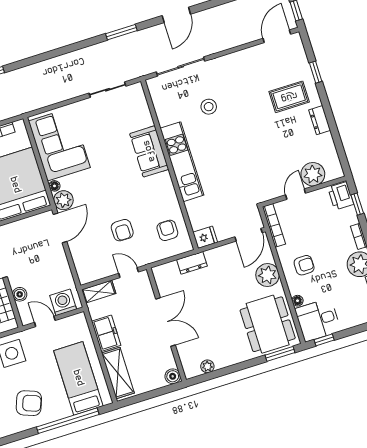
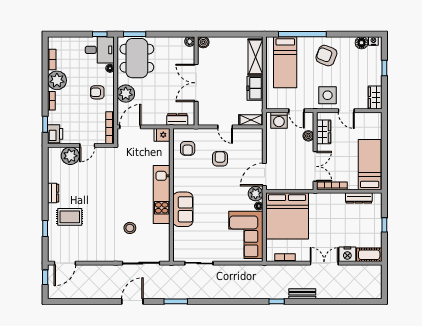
double door: (166, 322) -> (196, 83), moved
wall: (166, 324) -> (196, 81), moved
boiler: (173, 376) -> (203, 42), moved

